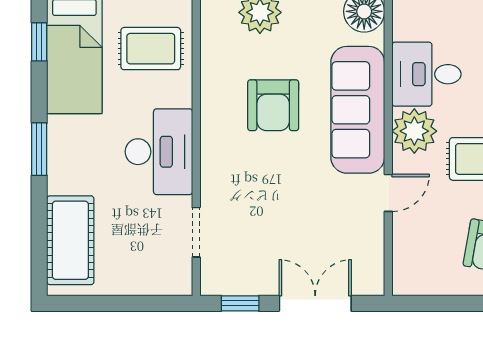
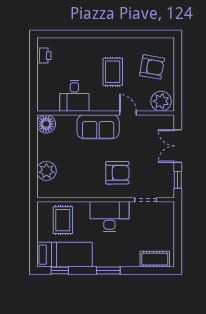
armchair: (273, 105) -> (117, 173), moved
sofa: (358, 110) -> (98, 127), width x0.73
plant: (414, 131) -> (161, 101), moved
cot: (70, 240) -> (155, 259), width x0.73, depth x0.75

